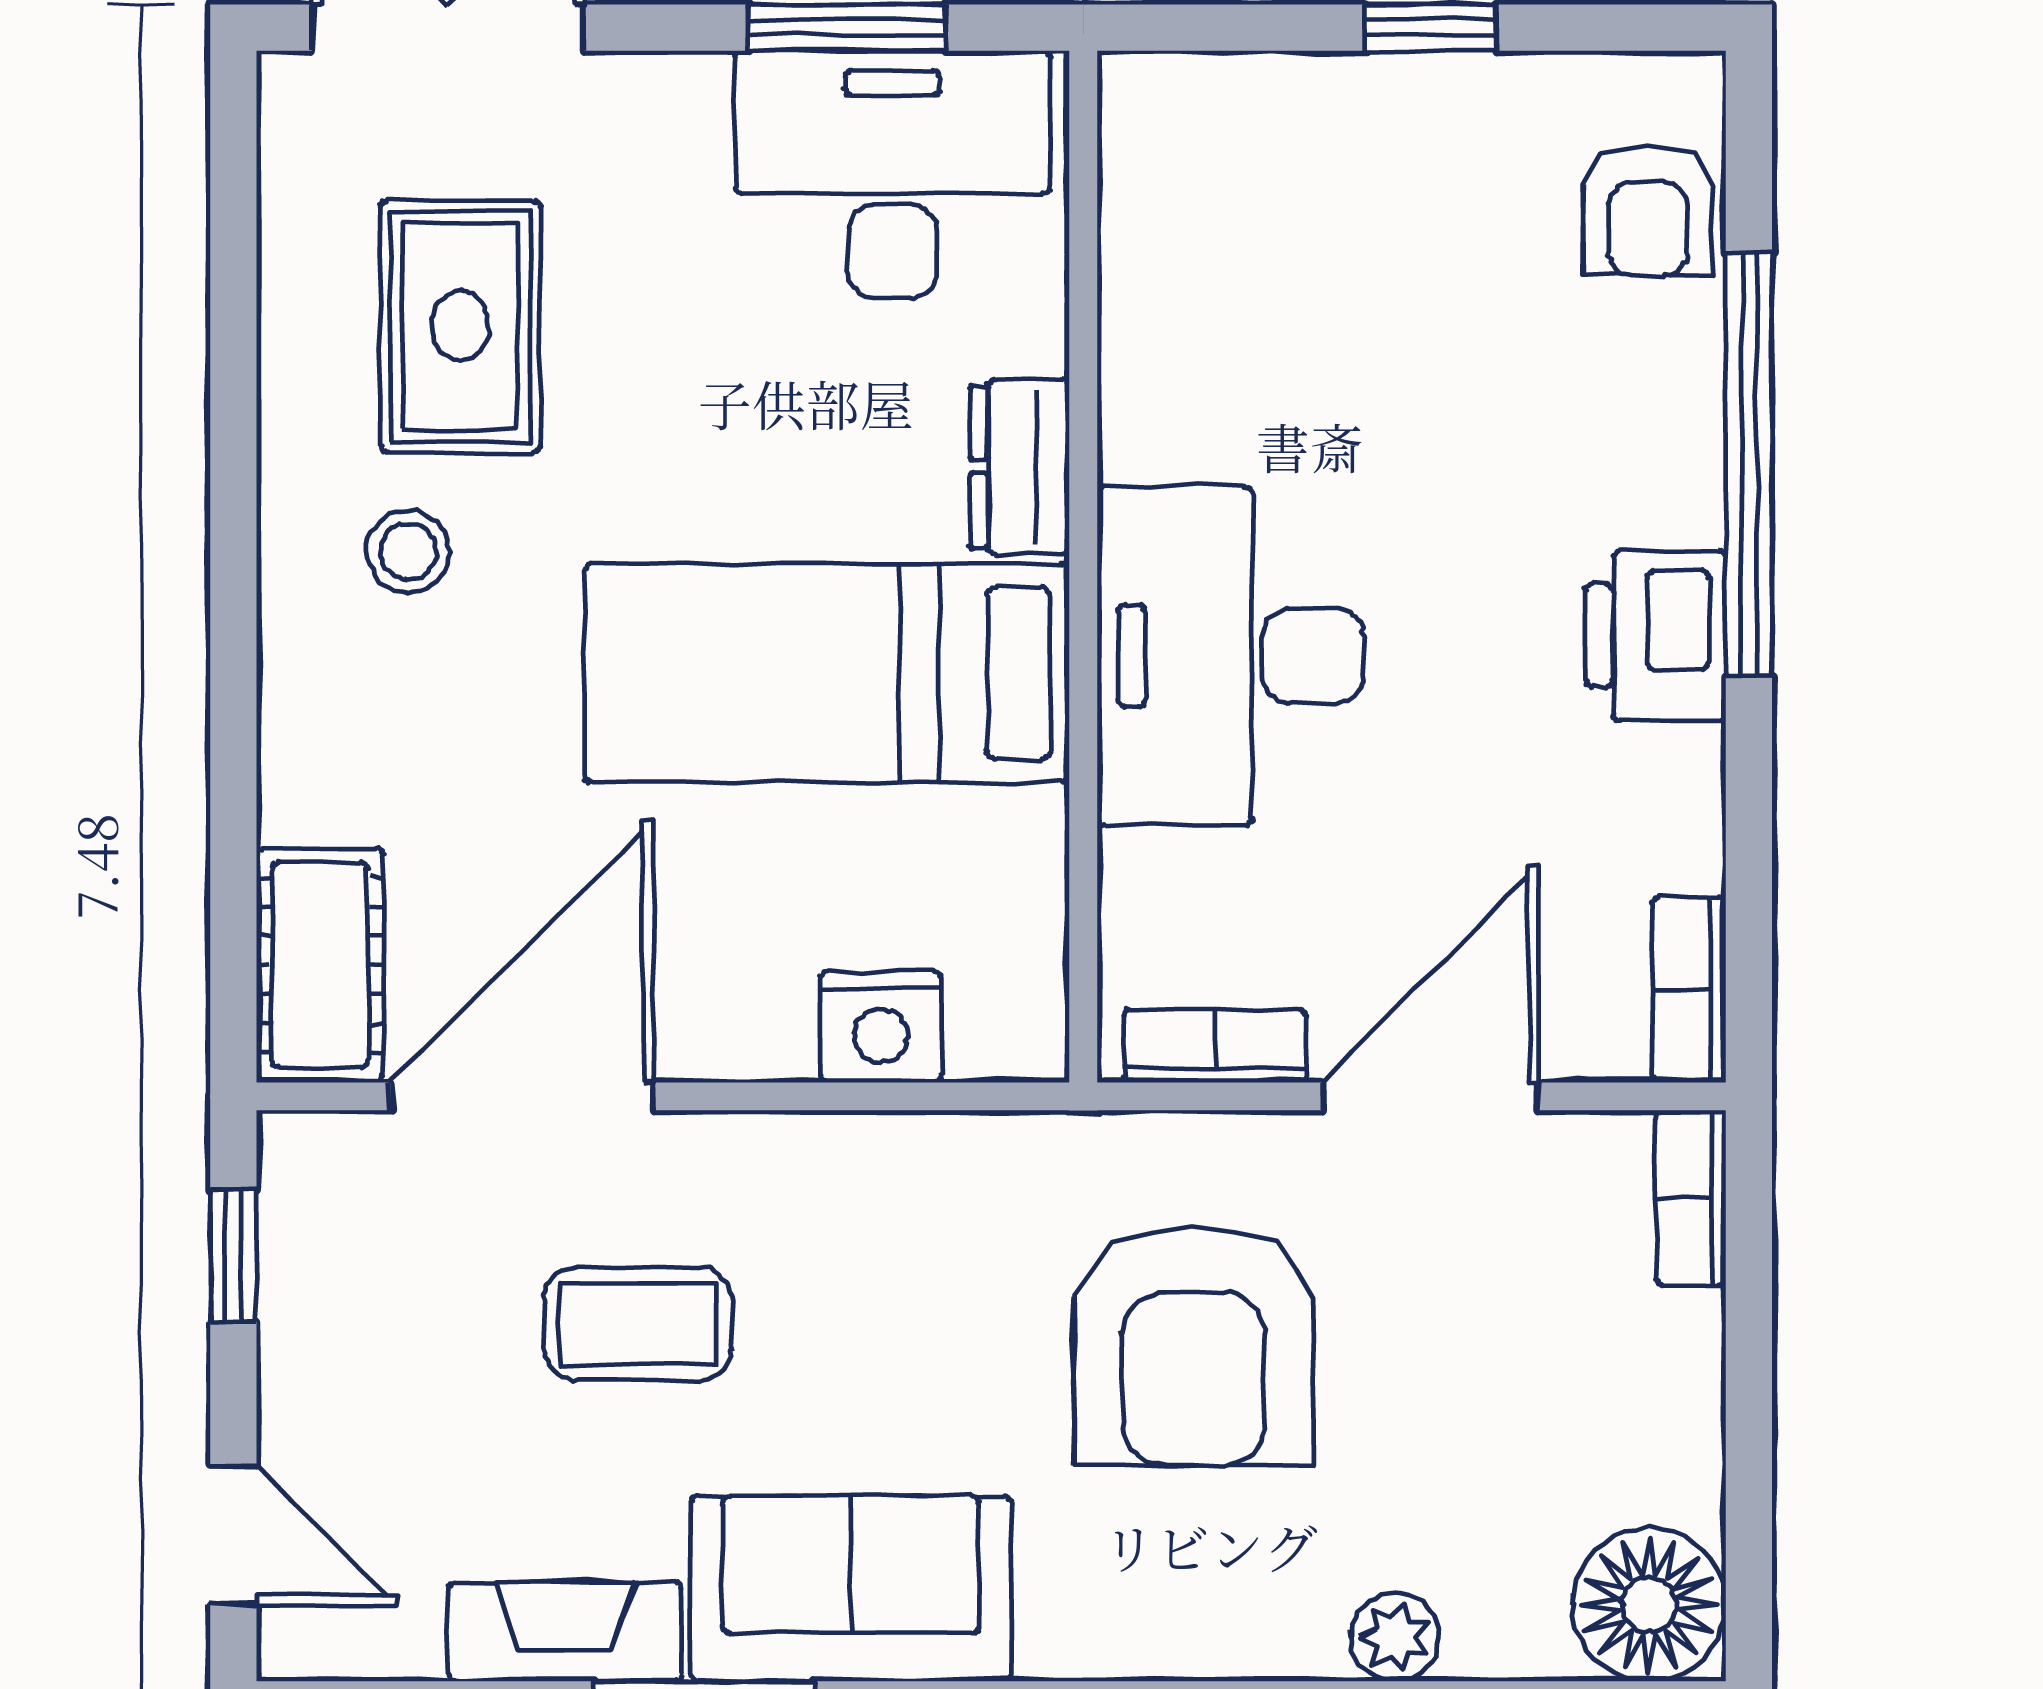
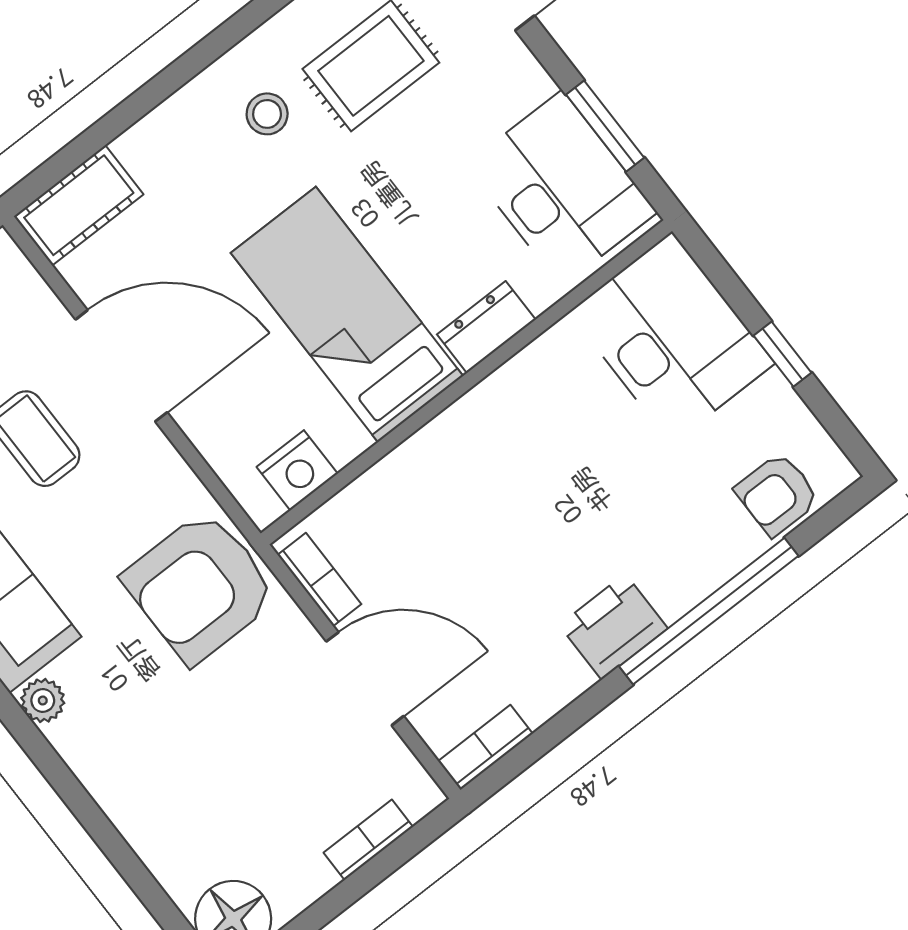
desk: (1231, 656) -> (672, 338), moved, turned 90
nightstand: (881, 1027) -> (297, 470), moved, turned -90
door: (522, 1096) -> (121, 366), moved
bookcase: (1691, 1198) -> (368, 840), moved
armchair: (1194, 1345) -> (200, 587), moved
plant: (1395, 1637) -> (43, 701), moved

